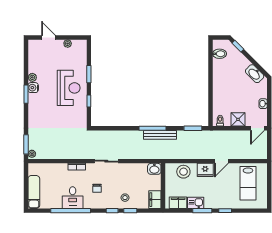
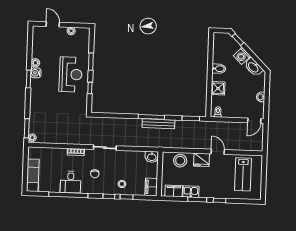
bidet: (219, 54) -> (219, 69), moved
washing machine: (243, 63) -> (242, 56), added
shower: (238, 119) -> (218, 88), moved
door: (221, 161) -> (218, 152), swing flipped

